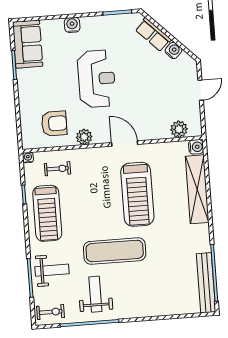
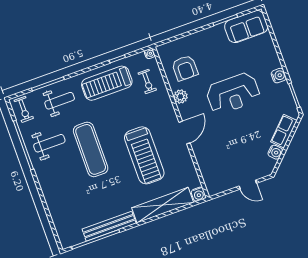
water cooler: (72, 25) -> (279, 76), moved
plant: (179, 129) -> (209, 175), removed
treadmill: (137, 194) -> (144, 155), turned -90
weight bench: (52, 270) -> (60, 101), turned -90
bench: (206, 283) -> (109, 226), moved

